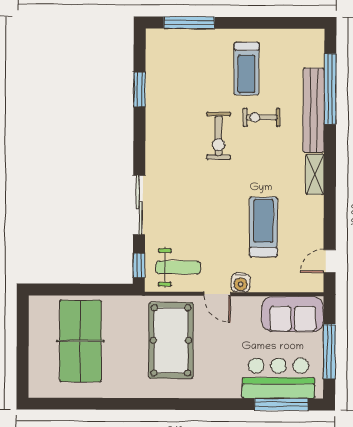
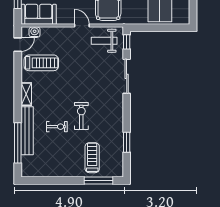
treadmill: (246, 69) -> (92, 158), moved
treadmill: (263, 227) -> (41, 63), moved, turned -90
water cooler: (241, 283) -> (35, 32), moved

